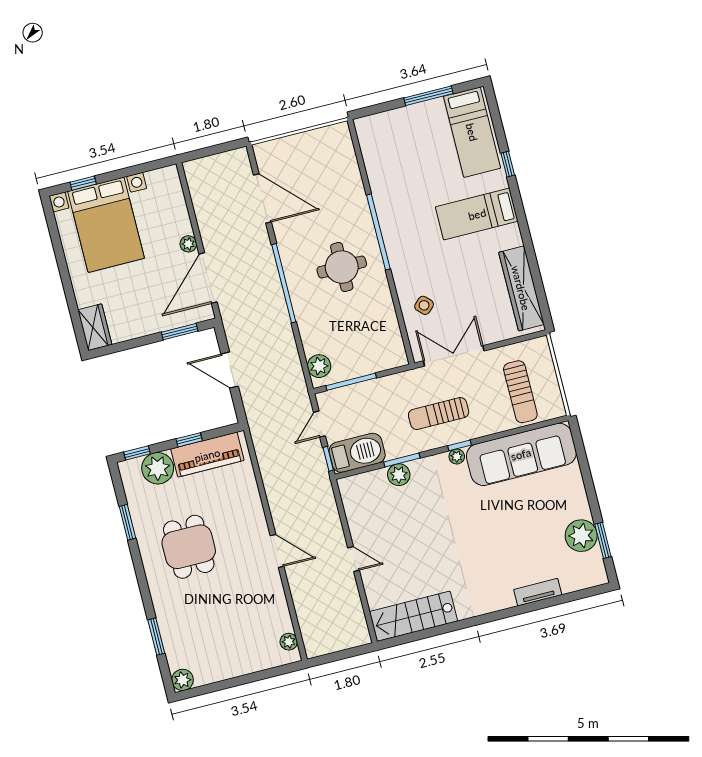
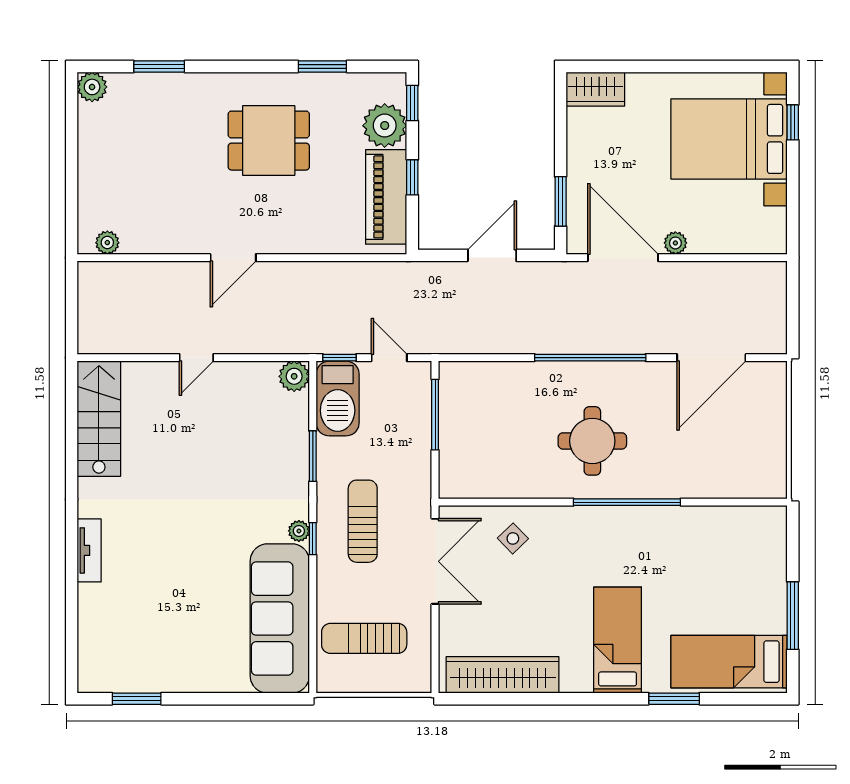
window: (508, 164) -> (674, 699), width x1.50
plant: (319, 366) -> (467, 377), removed
plant: (399, 475) -> (294, 376), moved
plant: (581, 536) -> (150, 671), removed
tv unit: (538, 592) -> (89, 550), moved

